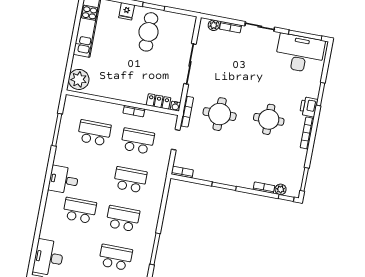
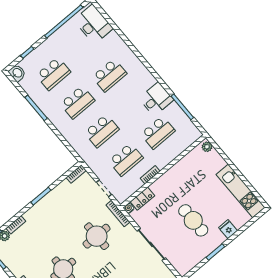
cafe table: (149, 32) -> (193, 220), moved
plant: (79, 79) -> (207, 147), width x0.53, depth x0.53
desk: (64, 180) -> (156, 99), moved

